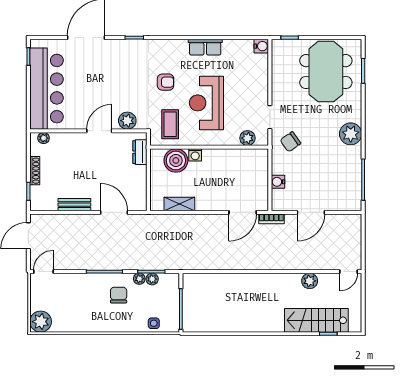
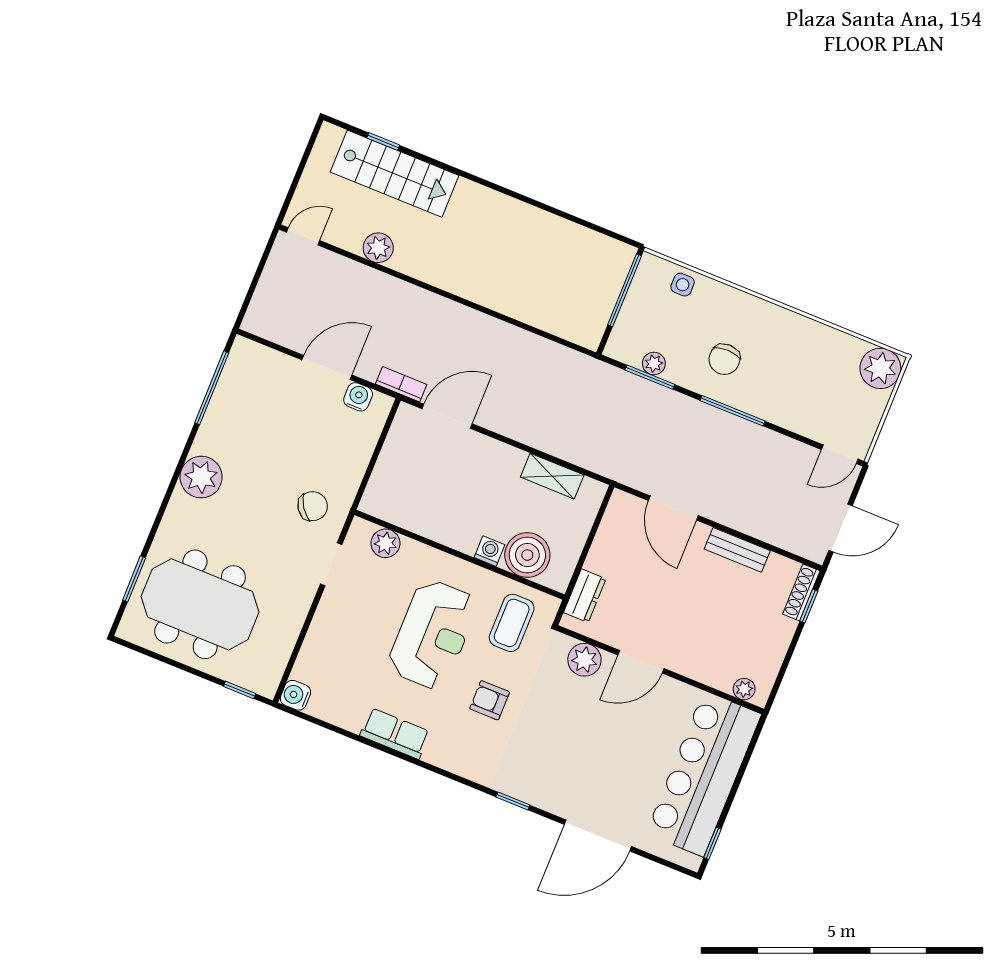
meeting table: (326, 72) -> (200, 604), turned 90
shoe rack: (35, 171) -> (801, 592), moved
water cooler: (278, 182) -> (358, 397), moved, turned -90
plant: (139, 279) -> (676, 373), removed

